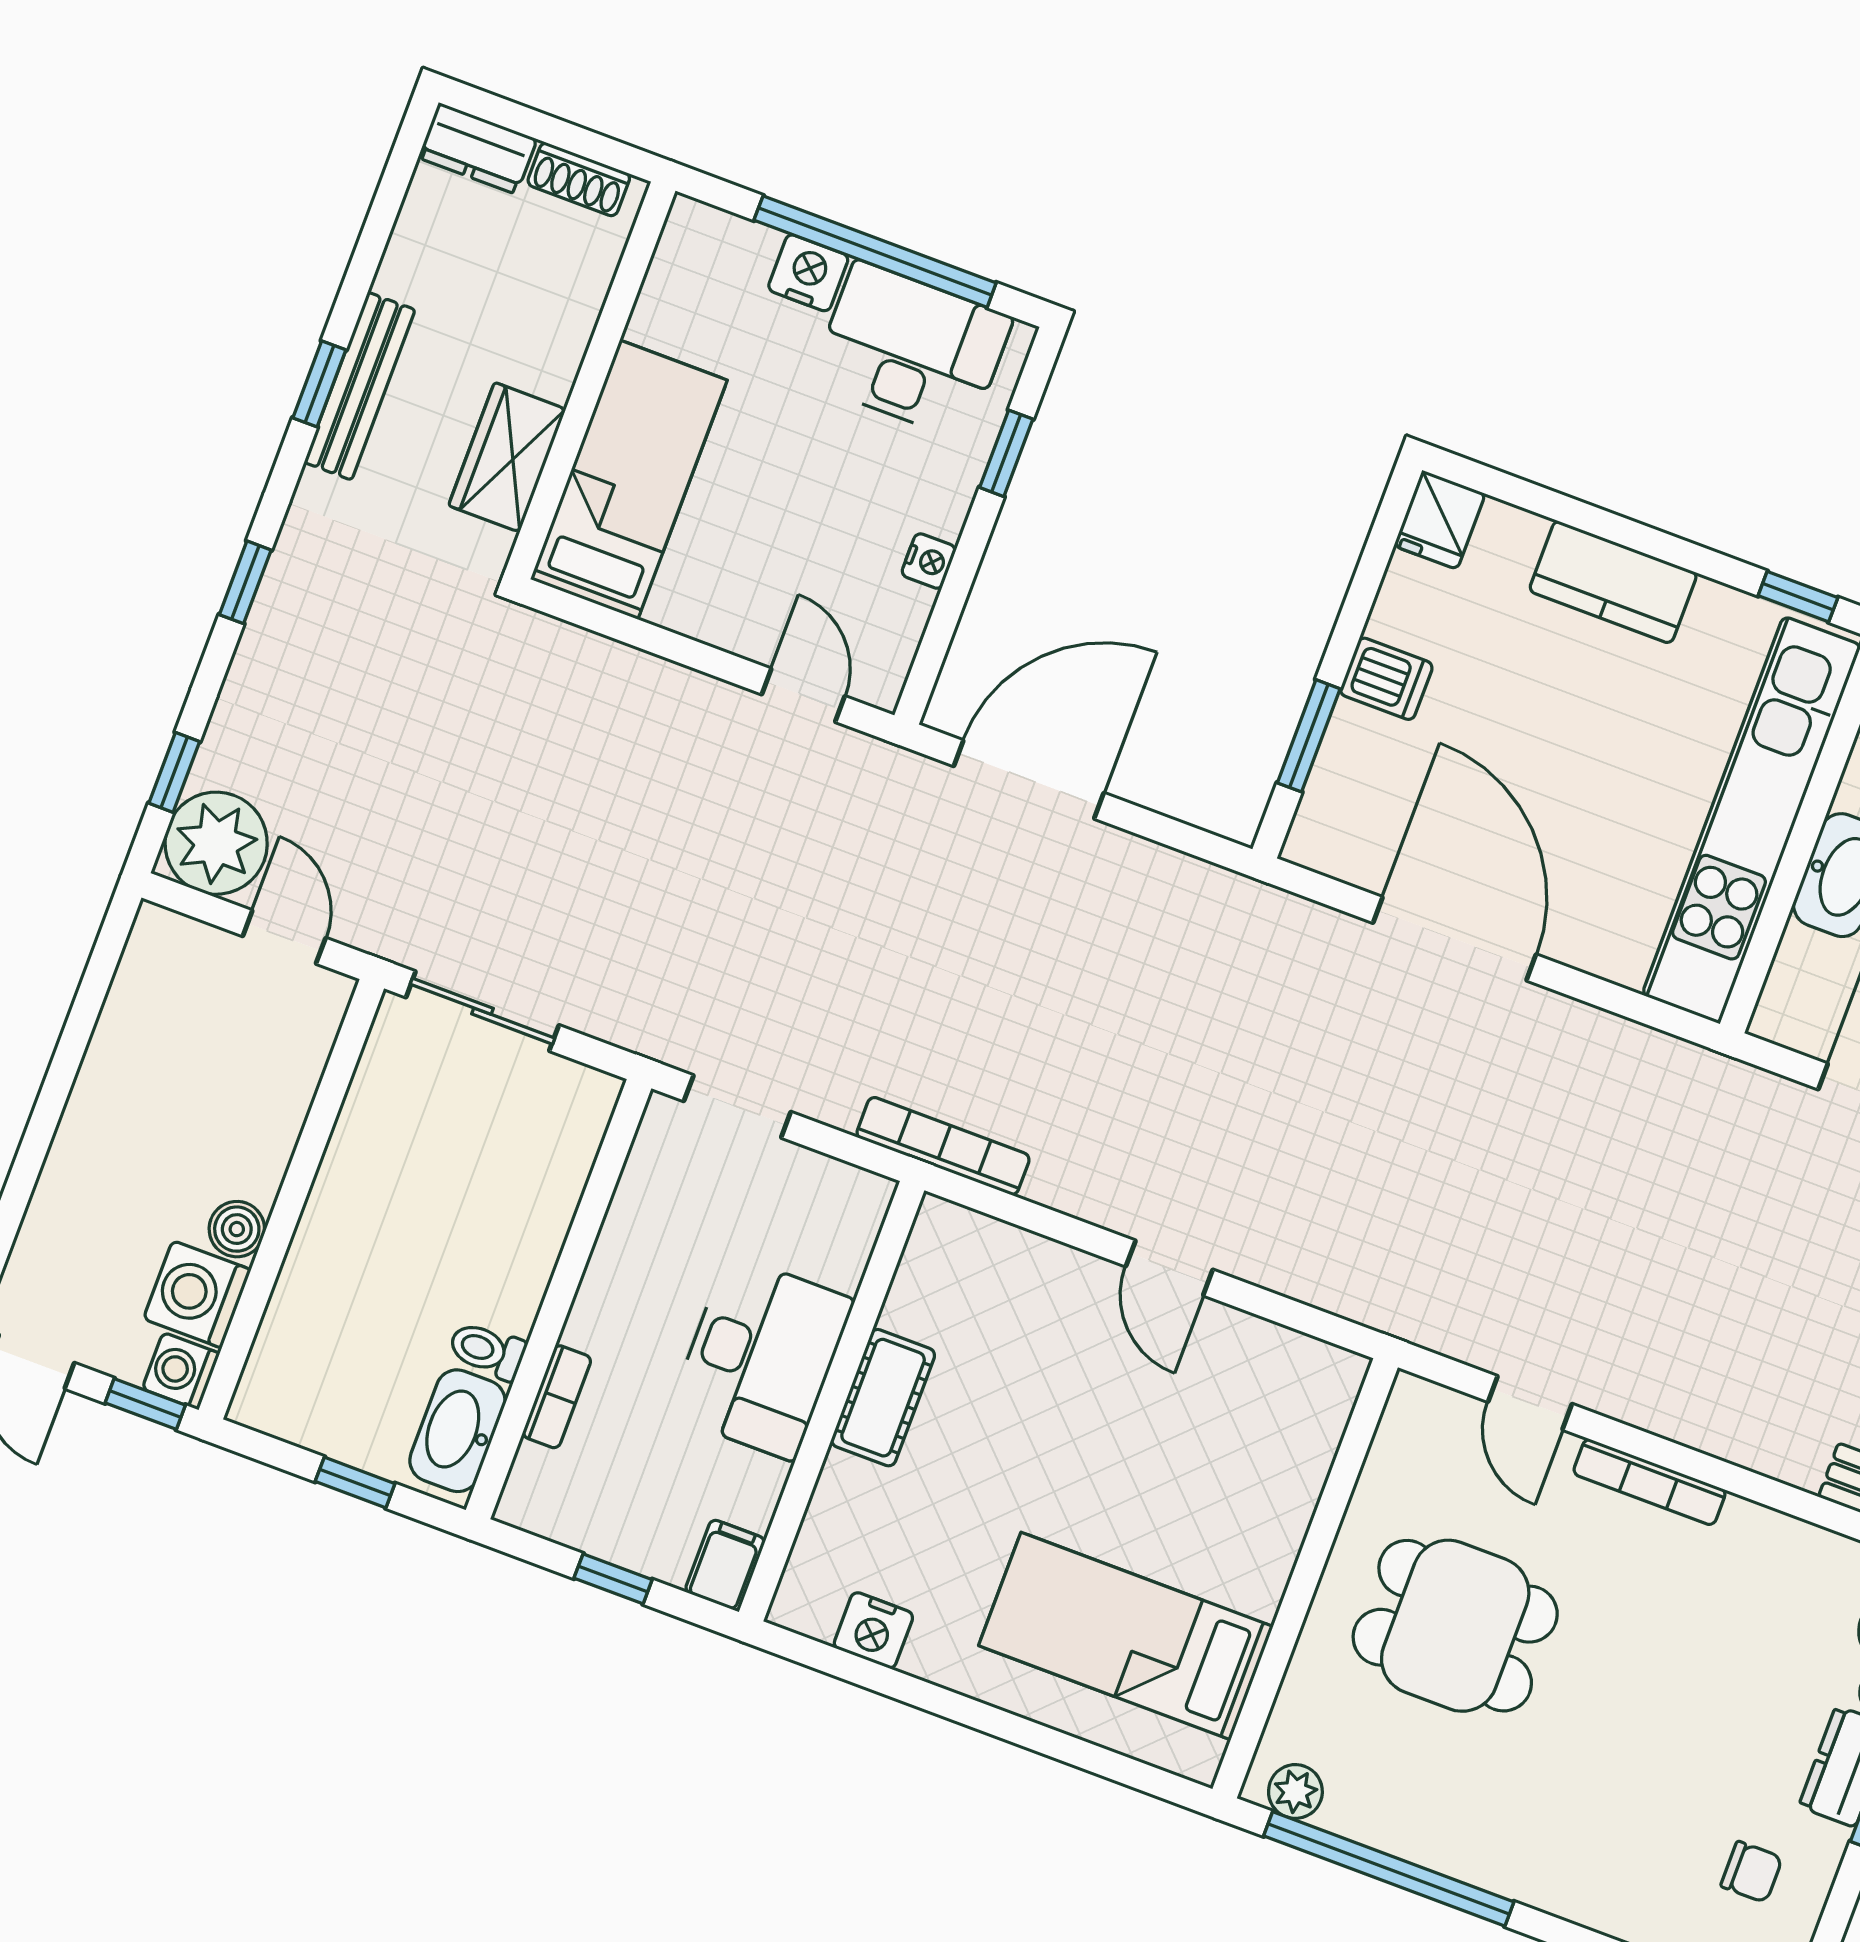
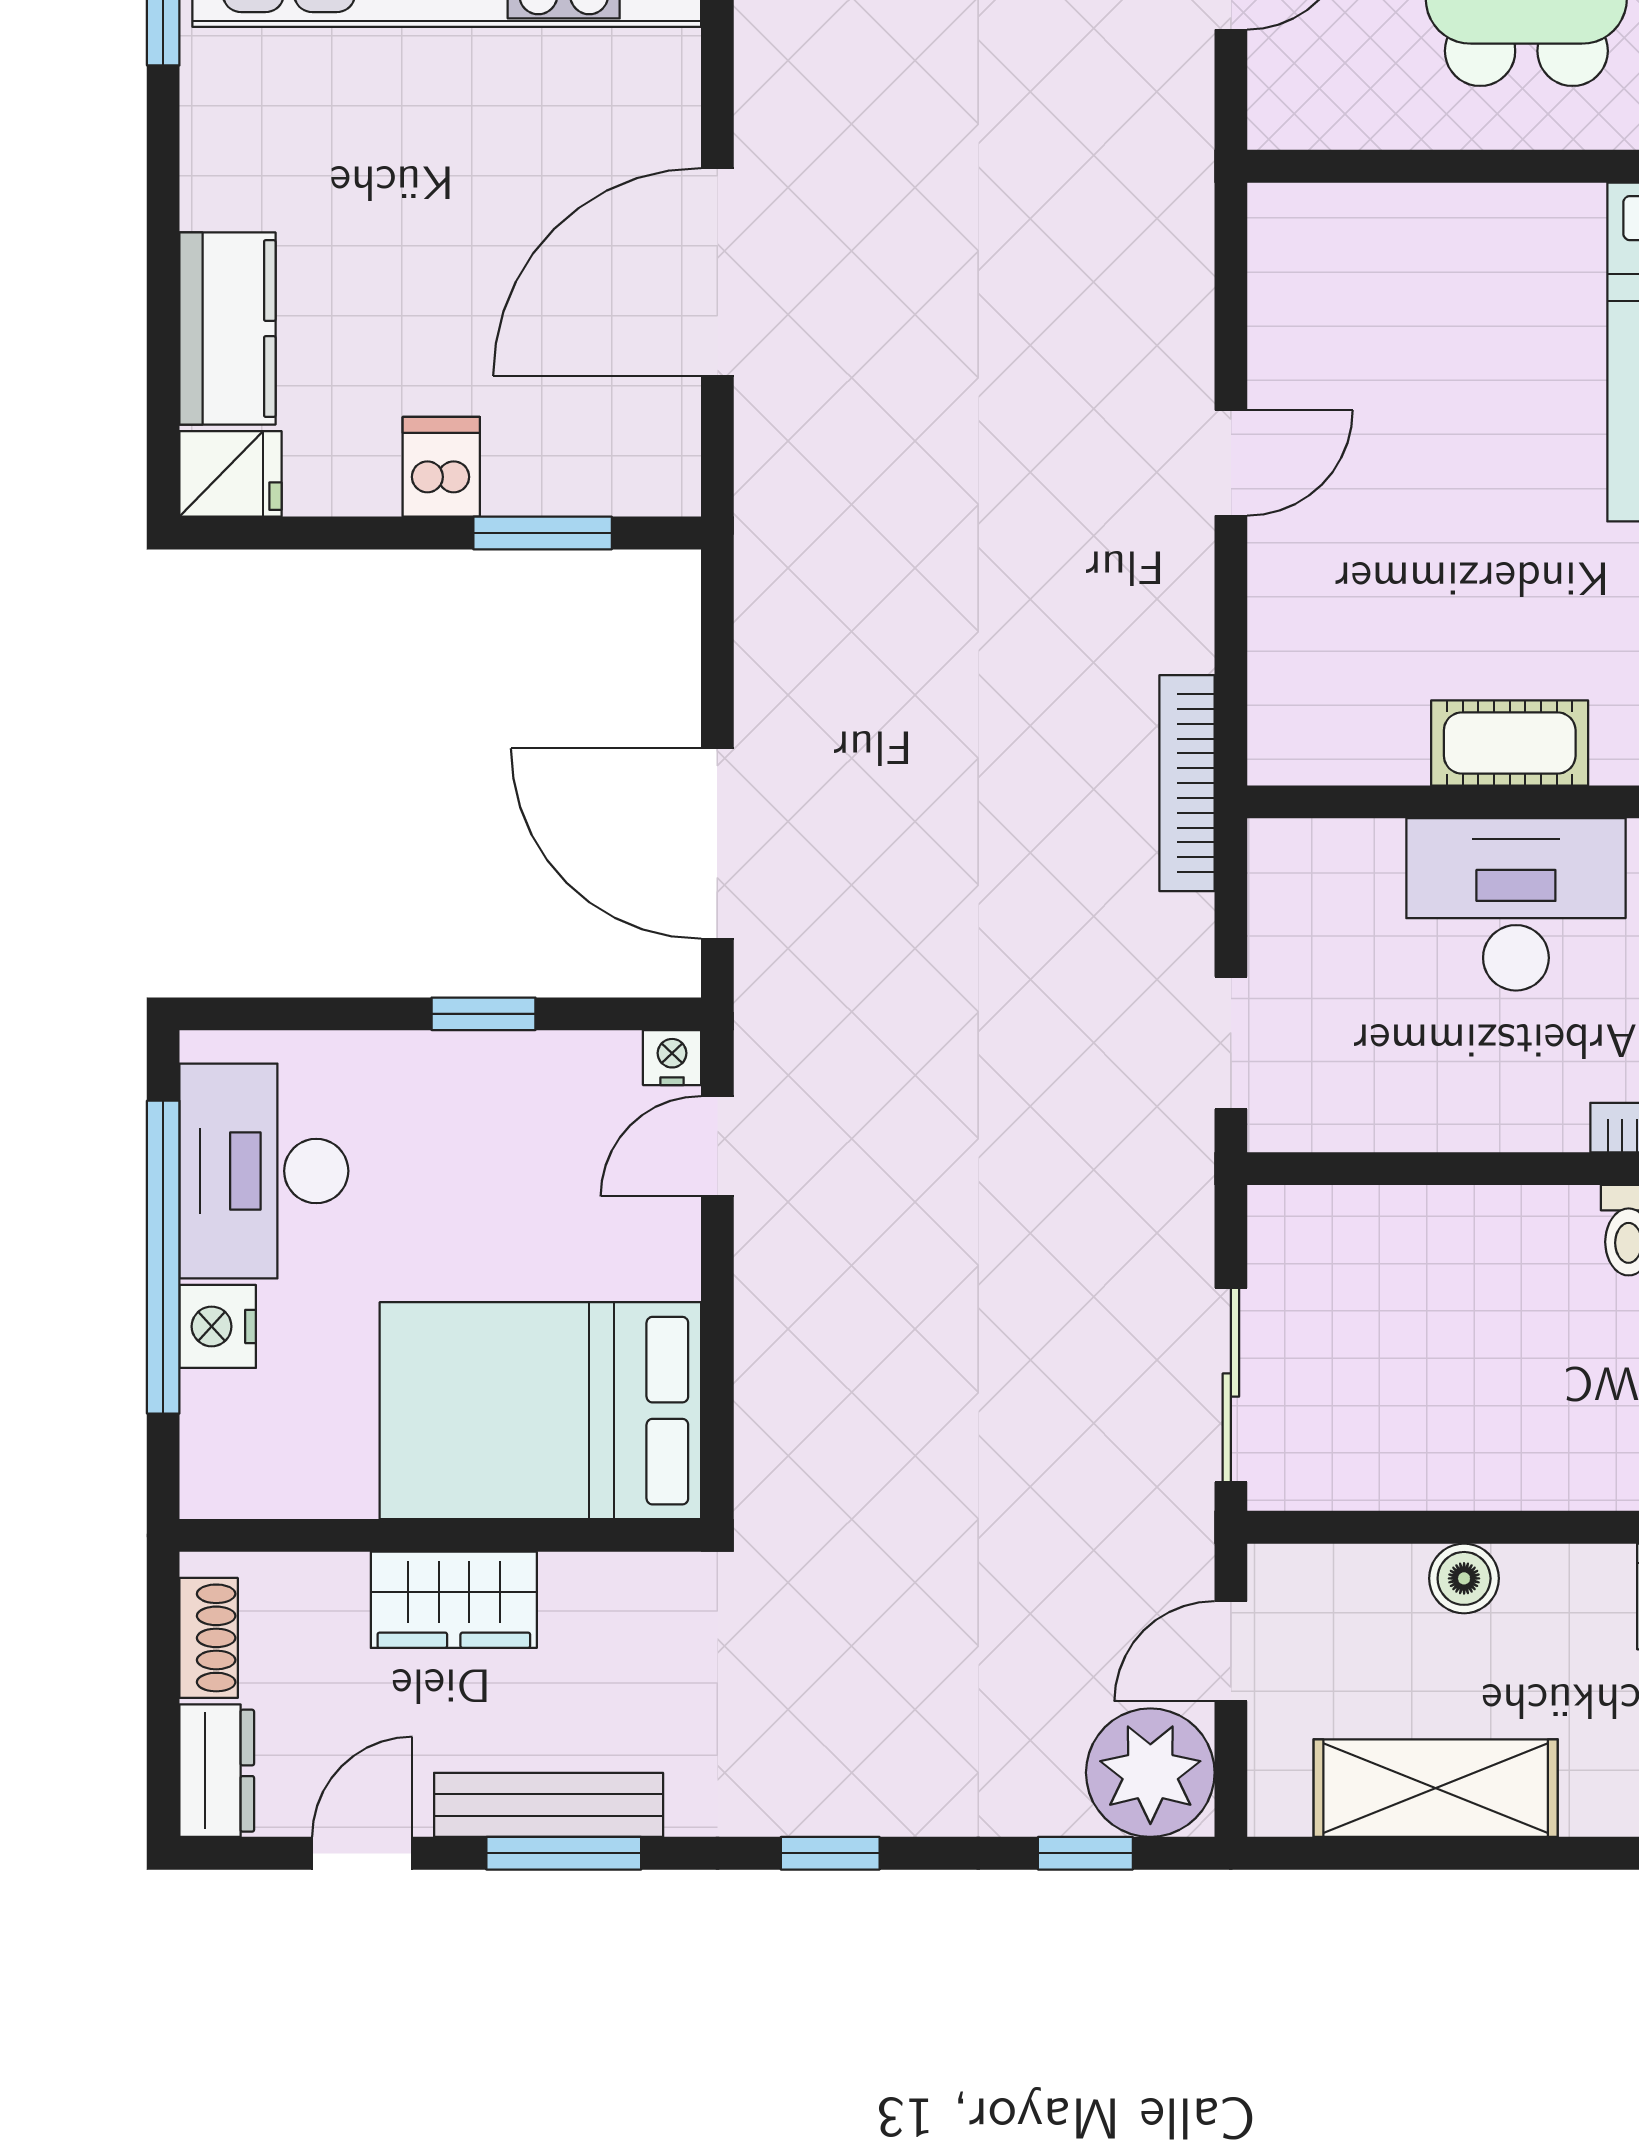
door: (376, 234) -> (362, 1853), added
window: (319, 384) -> (564, 1853), width x1.50
window: (1006, 453) -> (484, 1014), moved
wardrobe: (507, 457) -> (454, 1600), moved
bed: (629, 480) -> (540, 1411), width x1.50
nightstand: (929, 561) -> (672, 1058), moved
kitchen counter: (1613, 582) -> (228, 329), moved
shelving: (125, 1051) -> (1436, 1788), added
boiler: (237, 1229) -> (1464, 1578), moved

